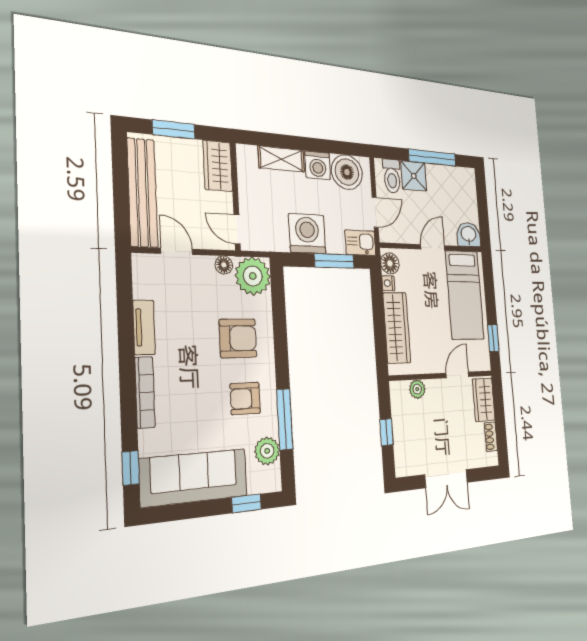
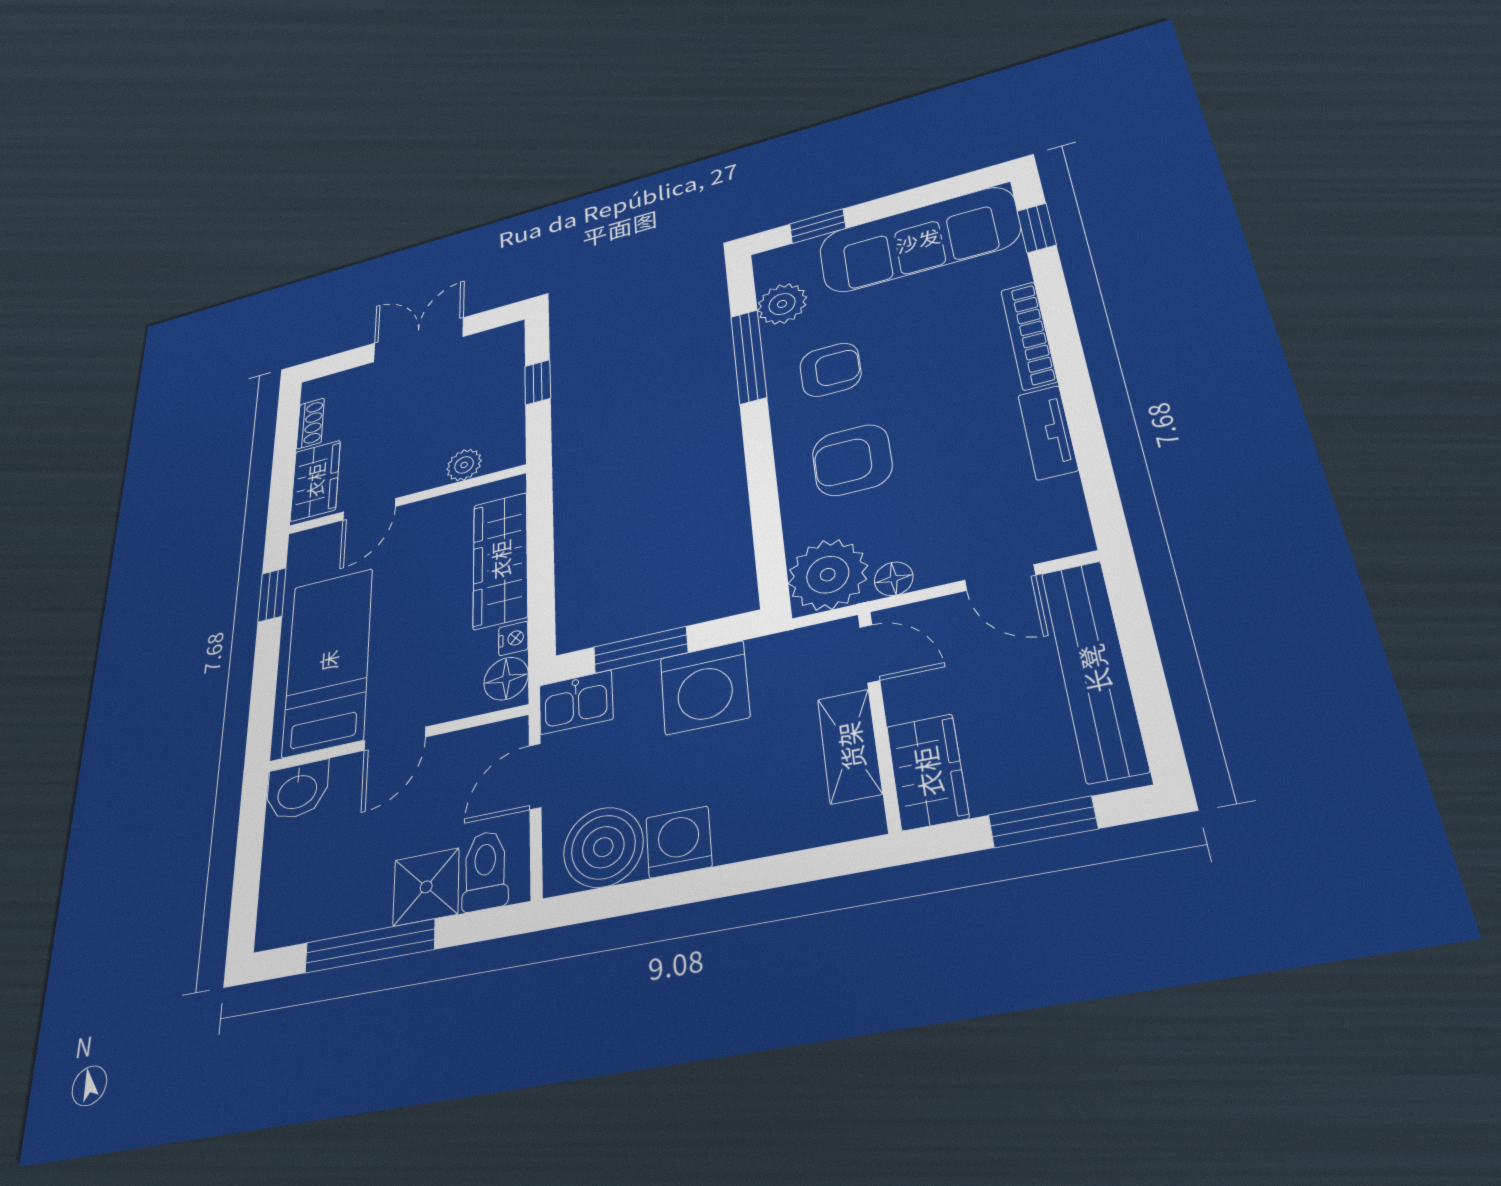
shelving: (281, 159) -> (850, 746), moved, turned 90

